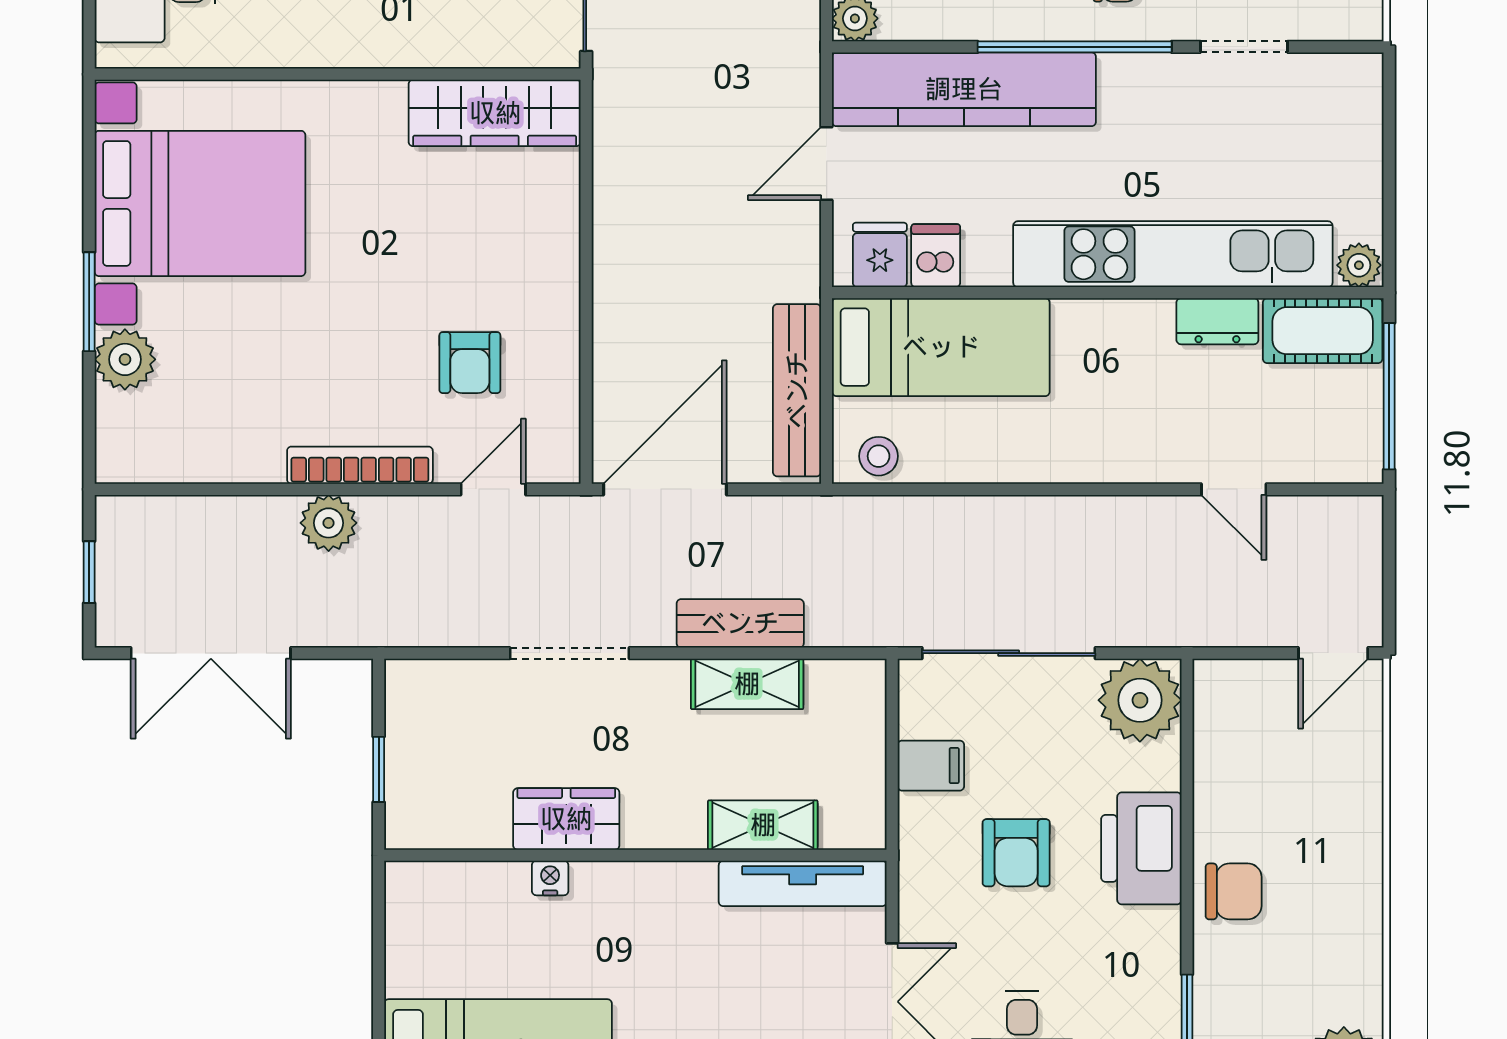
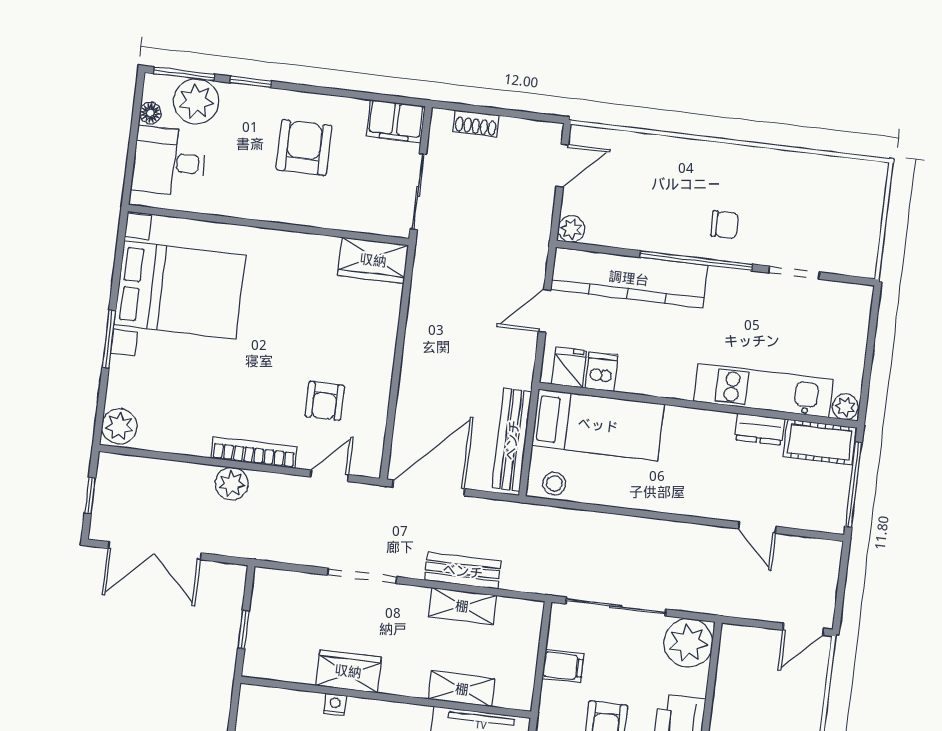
wardrobe: (495, 113) -> (373, 260), width x0.67
kitchen unit: (1173, 254) -> (763, 390), width x0.73
plant: (125, 359) -> (119, 426), moved

